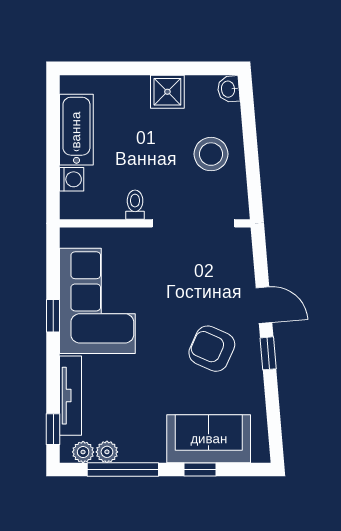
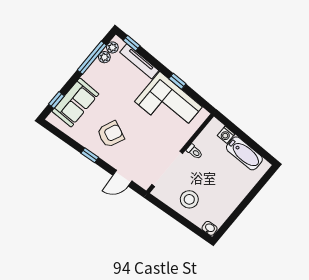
shower: (167, 92) -> (229, 203), removed
door: (264, 305) -> (122, 178), moved
window: (200, 470) -> (56, 100), moved

